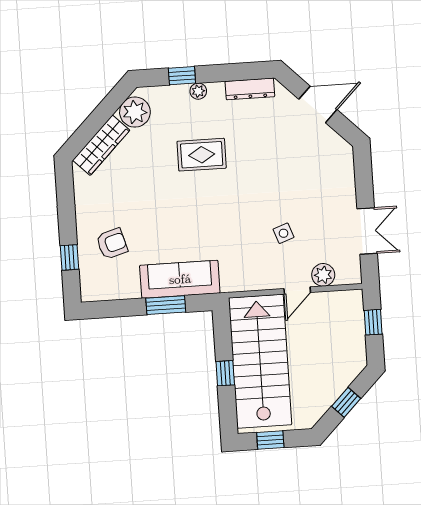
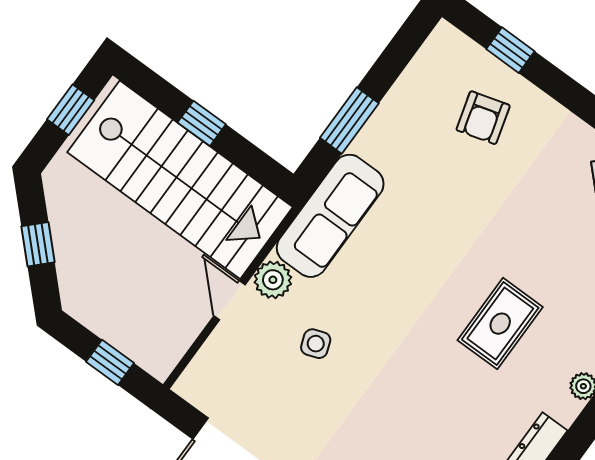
plant: (323, 275) -> (273, 280), moved
sofa: (180, 279) -> (330, 216), moved

